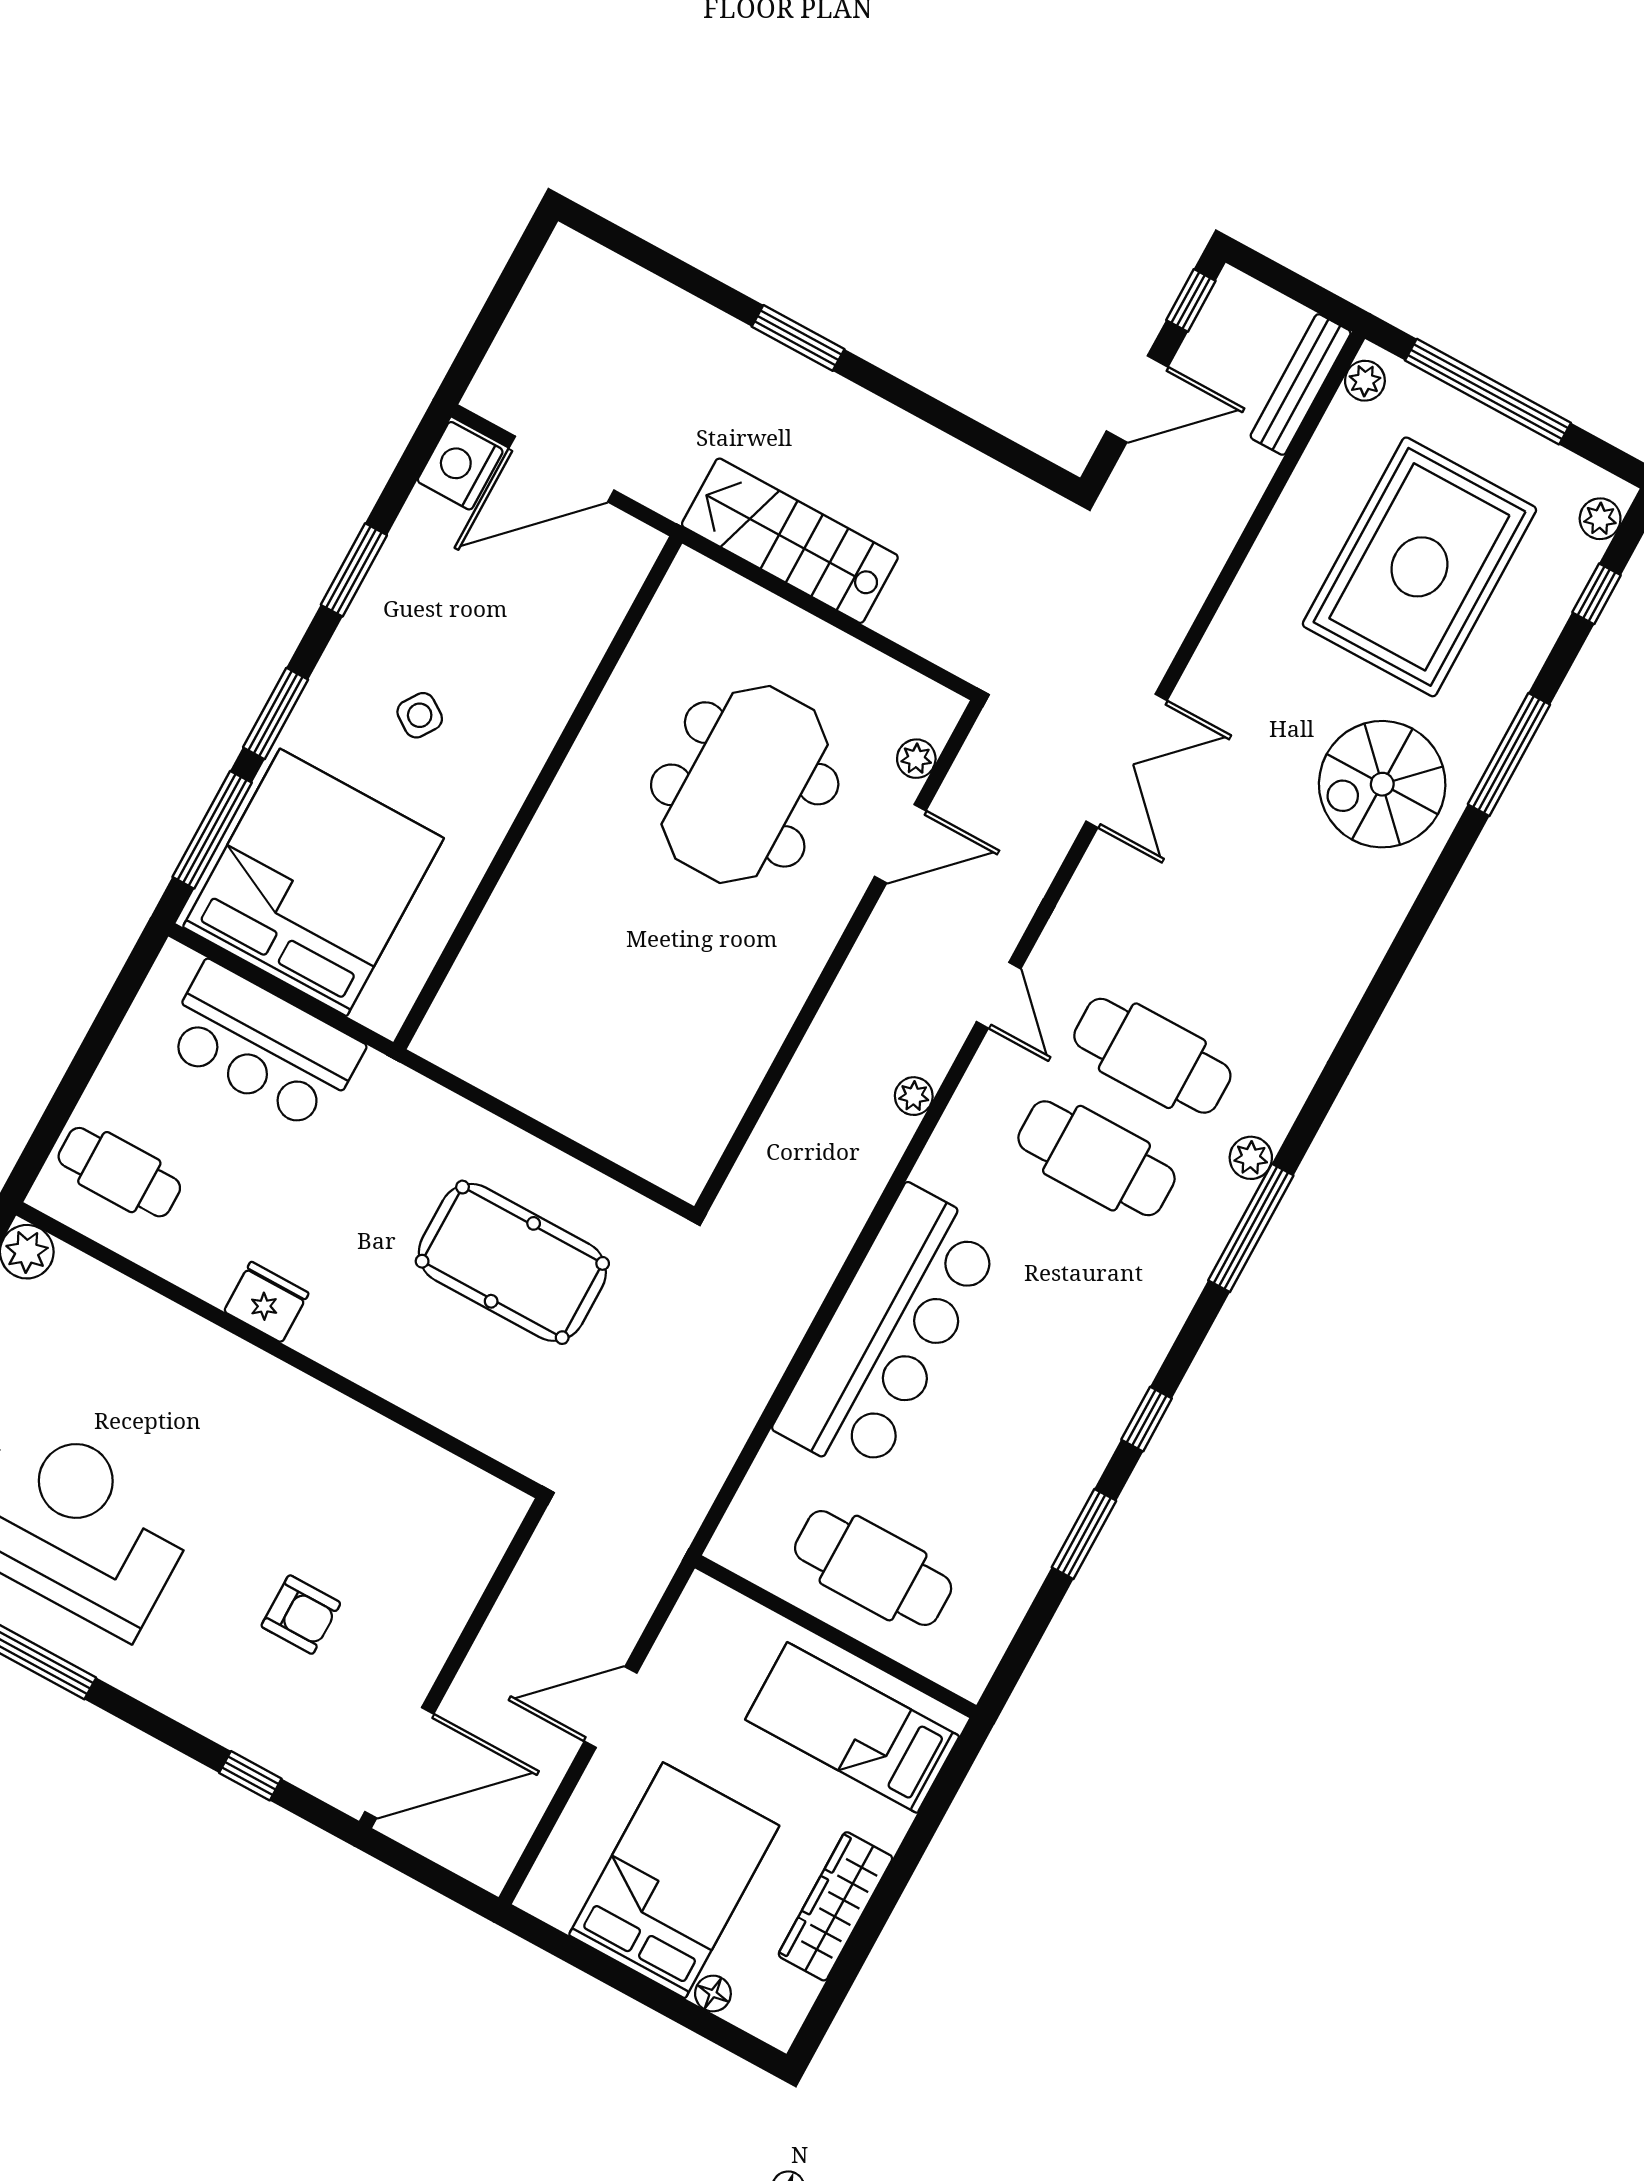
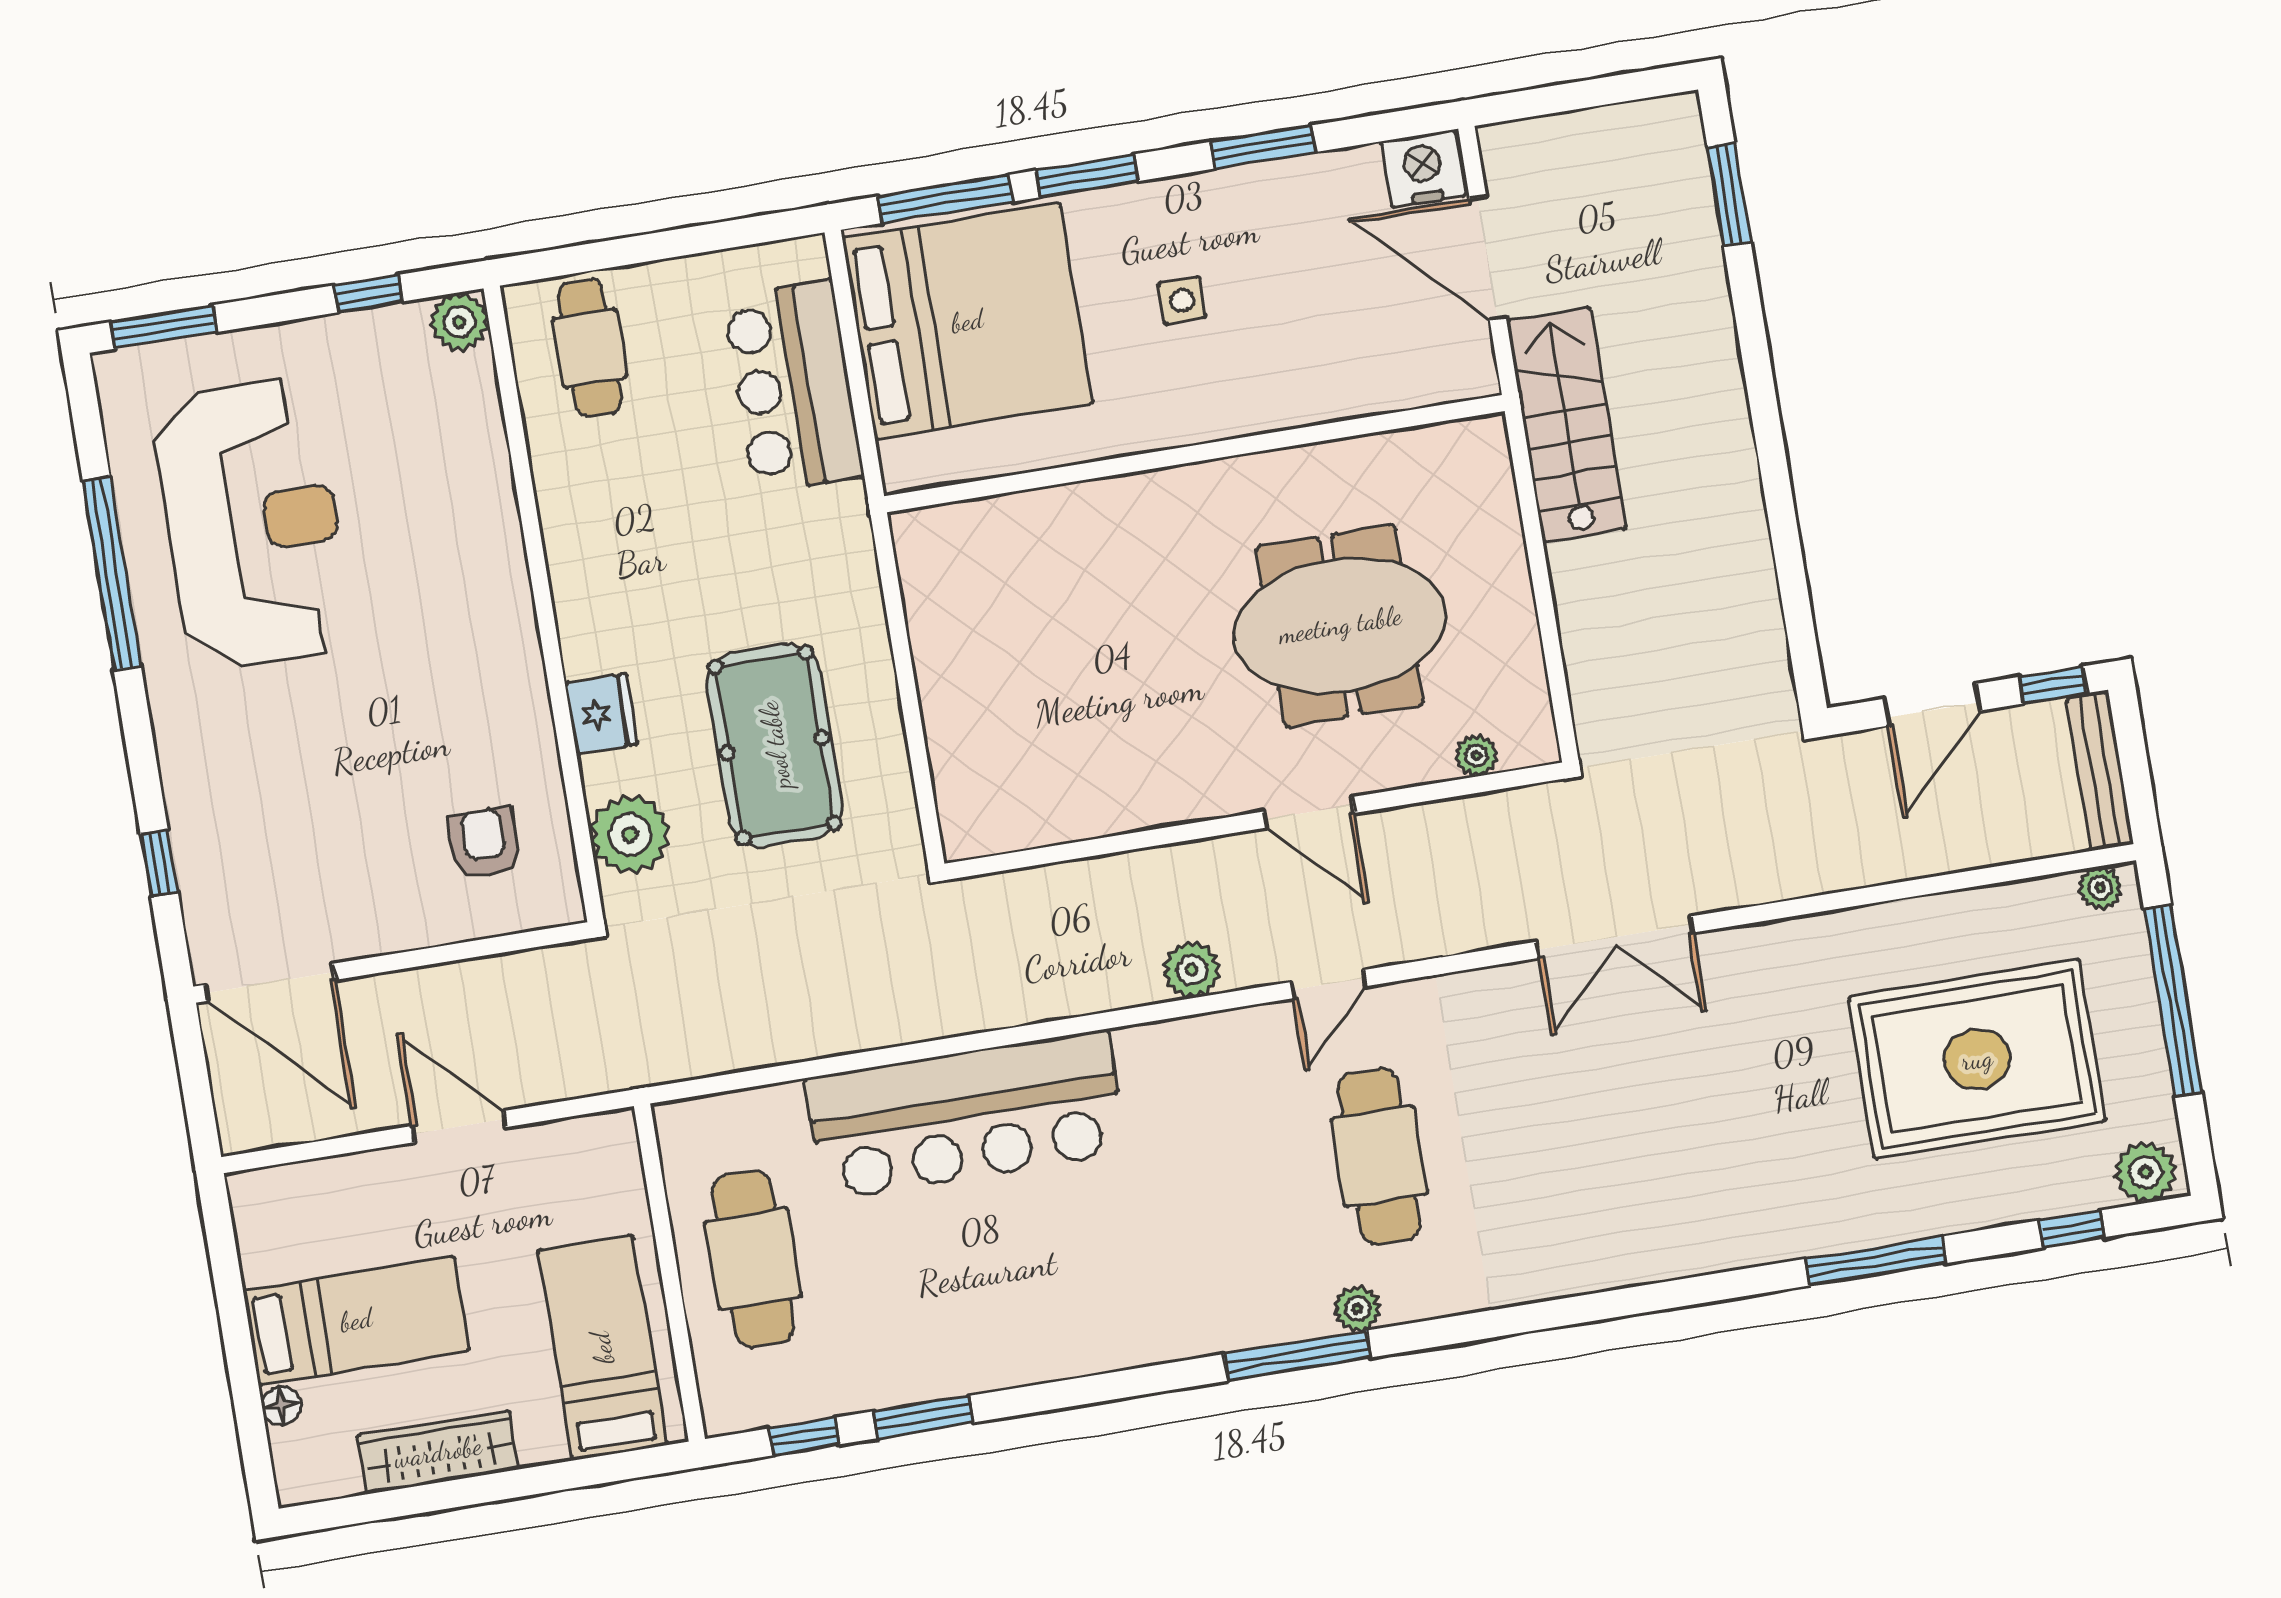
window: (798, 338) -> (1729, 194), moved
bench: (1301, 384) -> (2100, 771), moved, turned 90
door: (1137, 399) -> (1932, 705), hinge flipped
plant: (1600, 519) -> (2146, 1172), width x1.38, depth x1.38
stairs: (790, 541) -> (1566, 424), moved
side table: (420, 715) -> (1182, 301), turned -34
spiral stairs: (1382, 784) -> (1766, 1172), removed
door: (900, 844) -> (1309, 812), moved
plant: (914, 1096) -> (1192, 970), width x1.38, depth x1.38
cafe table: (1096, 1158) -> (1254, 1177), removed
fridge: (266, 1302) -> (601, 714), moved
plant: (495, 1418) -> (630, 834), added
window: (1147, 1419) -> (804, 1436), moved
armchair: (301, 1615) -> (484, 843), moved, turned 180
bed: (674, 1880) -> (356, 1320), width x0.67

